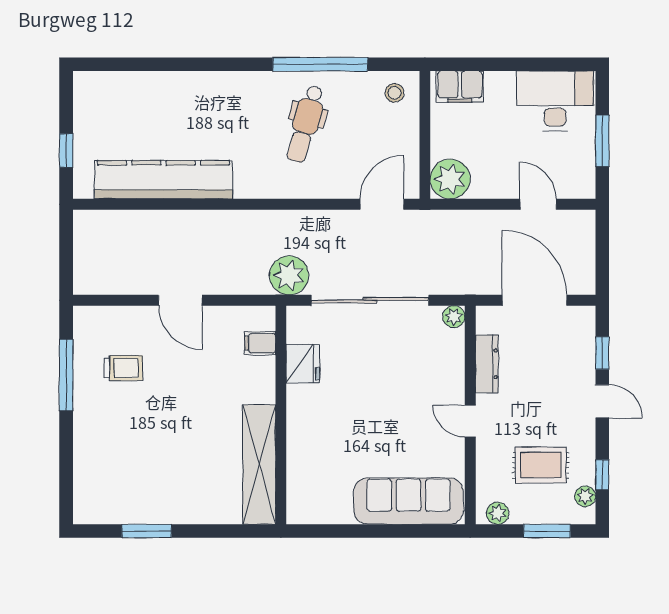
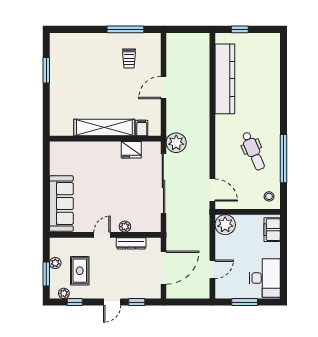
dental chair: (305, 124) -> (253, 151), turned -129
plant: (454, 317) -> (125, 227), moved
shelving: (259, 465) -> (104, 128), moved
plant: (498, 513) -> (55, 263), moved

